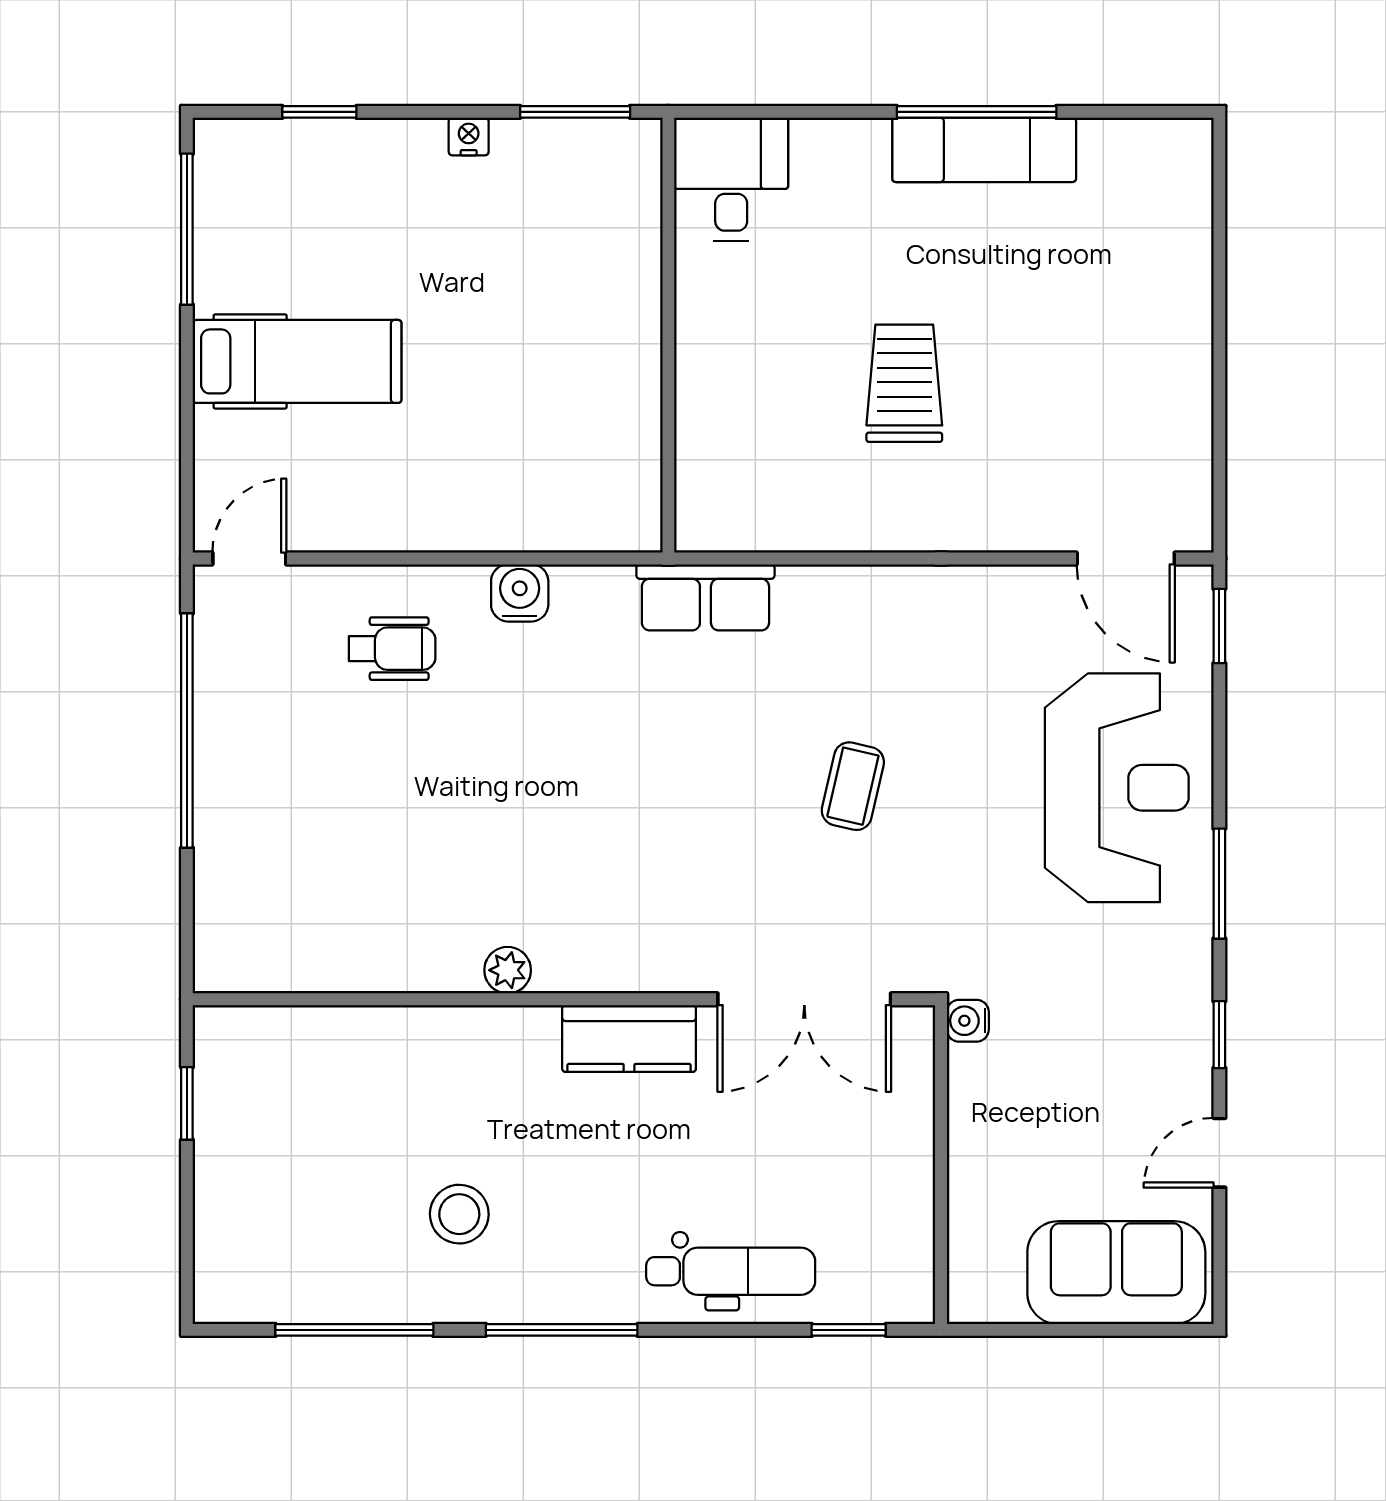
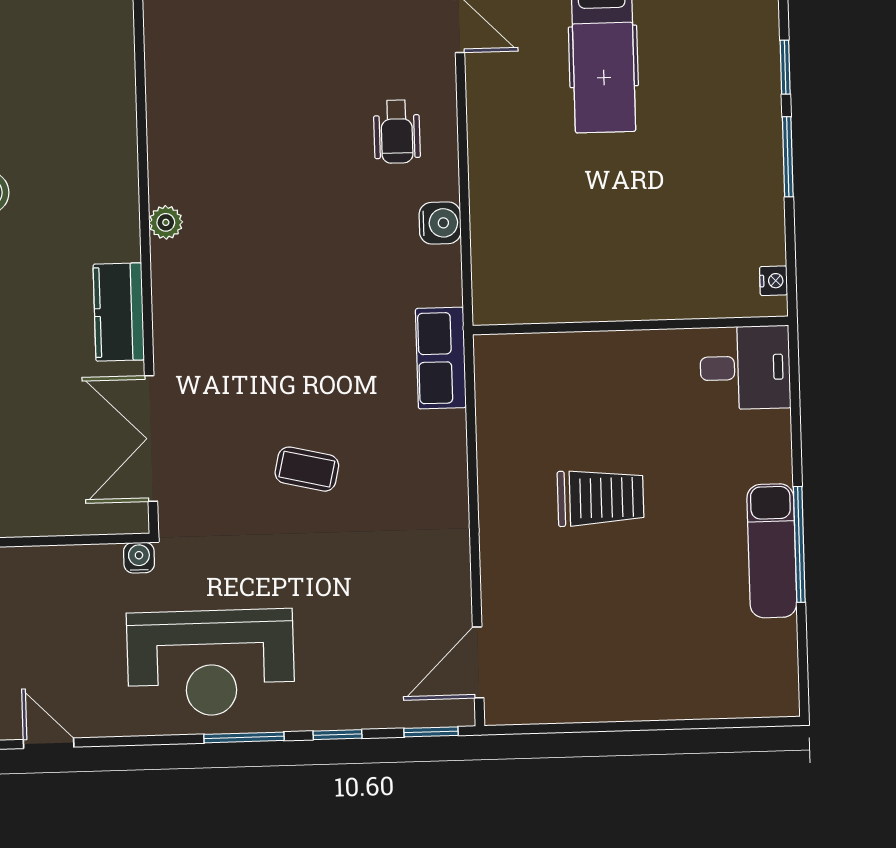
window: (575, 112) -> (788, 157), moved
nightstand: (469, 136) -> (774, 281), moved
reception desk: (1117, 788) -> (211, 663), moved
window: (1219, 1035) -> (337, 735), moved

